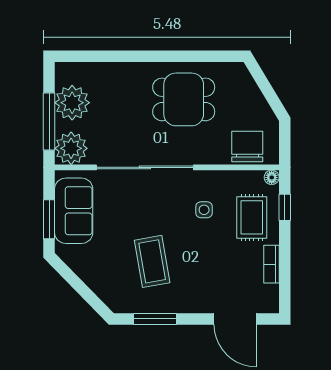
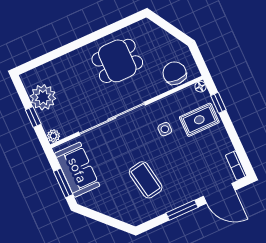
window: (49, 121) -> (33, 117), width x0.46
plant: (71, 148) -> (53, 136), width x0.53, depth x0.53
rug: (252, 217) -> (199, 120), turned 90
bookcase: (271, 264) -> (236, 166), moved
window: (155, 319) -> (182, 210), moved

